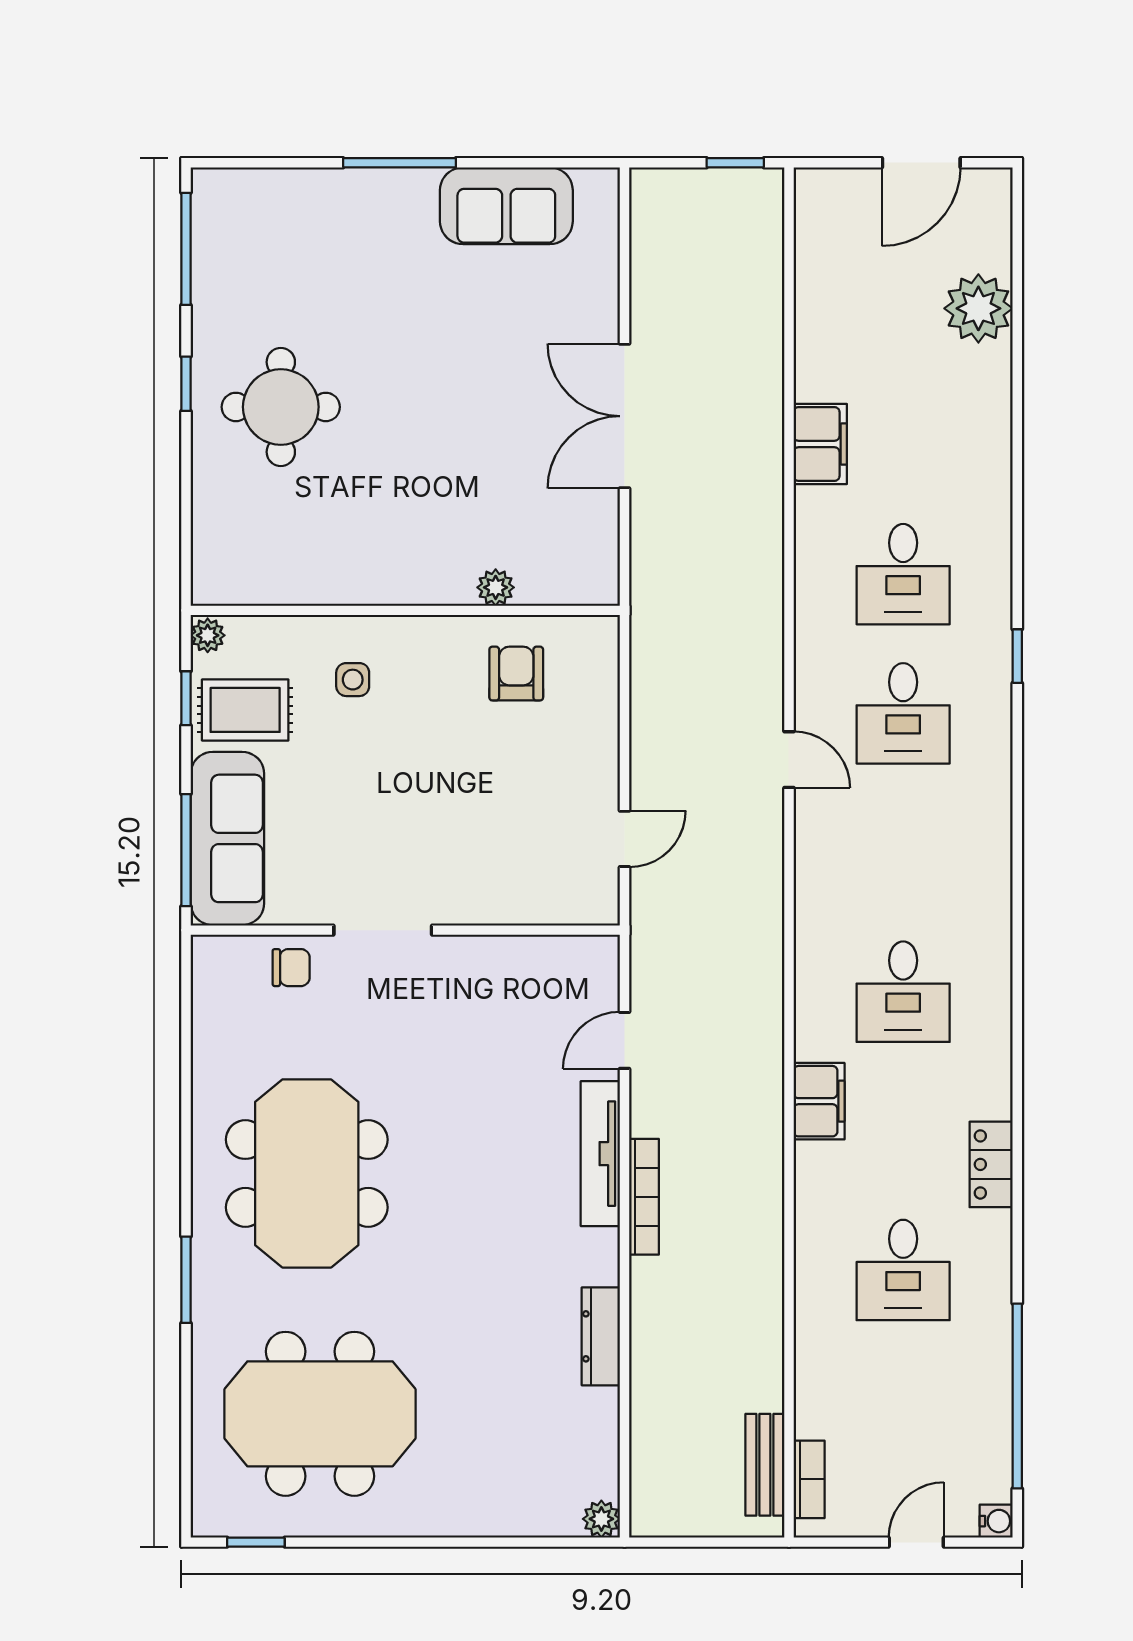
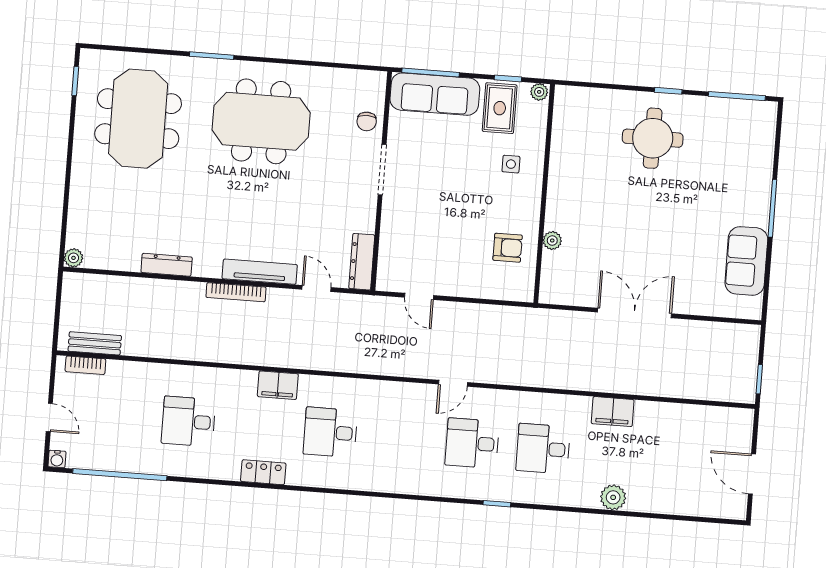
plant: (978, 308) -> (613, 497), moved, width x0.73, depth x0.73
dresser: (566, 956) -> (362, 262), added
locker: (991, 1164) -> (263, 472), moved

